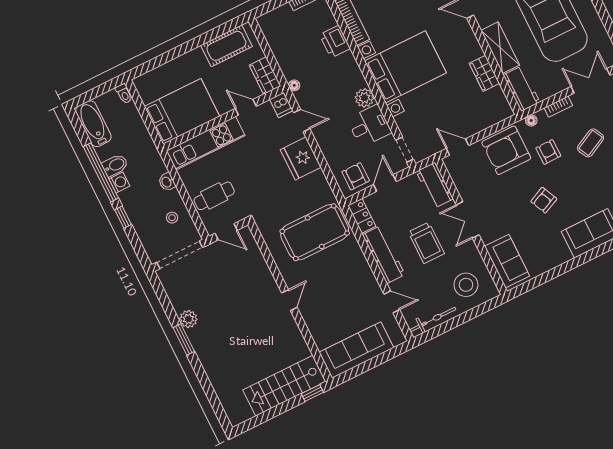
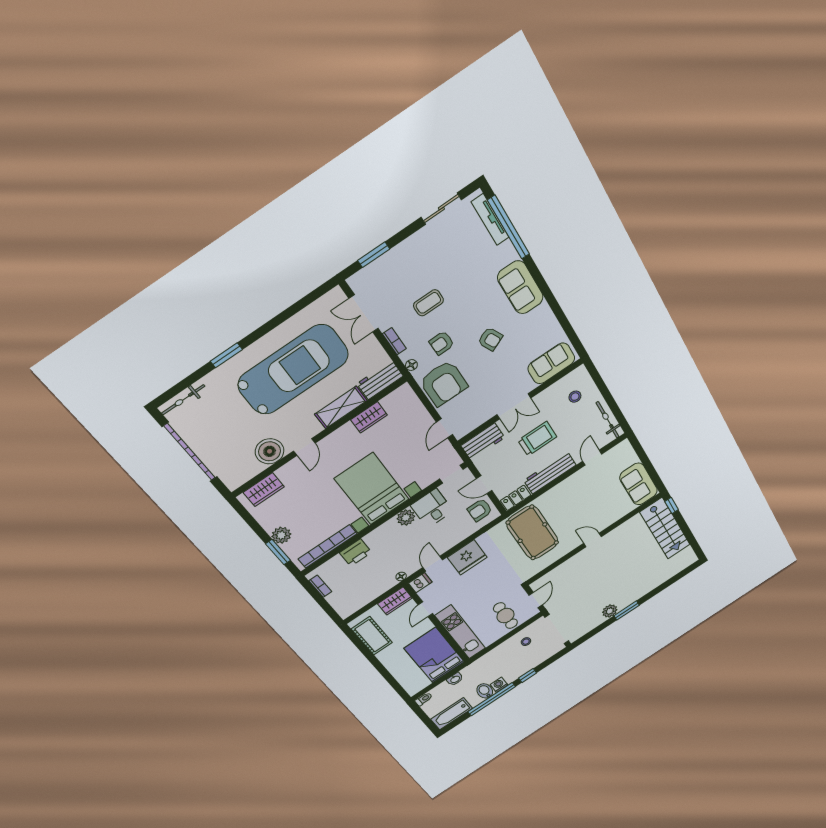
coffee table: (591, 143) -> (428, 303), turned -63
washbasin: (167, 182) -> (455, 679), moved
stool: (466, 285) -> (575, 397), width x0.53, depth x0.53
sofa: (356, 350) -> (639, 484), width x0.73

